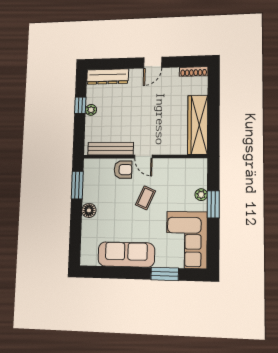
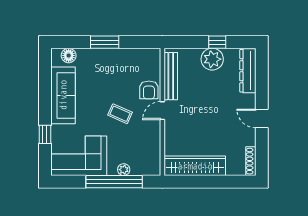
plant: (91, 110) -> (212, 59), width x1.88, depth x1.88
window: (77, 185) -> (105, 42), moved
window: (213, 204) -> (114, 182), width x2.11
floor lamp: (89, 210) -> (69, 55), moved
window: (165, 274) -> (45, 134), width x0.67

